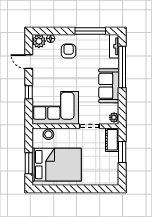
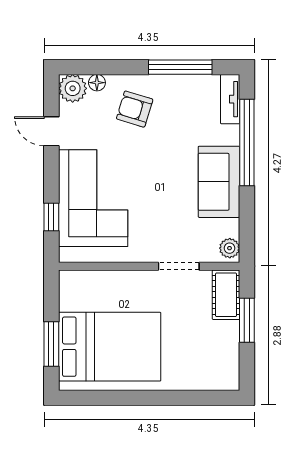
armchair: (69, 51) -> (135, 109), turned -73
window: (29, 92) -> (51, 217), moved
corner sofa: (55, 108) -> (93, 198), moved, turned 90
stool: (48, 134) -> (93, 284), removed

